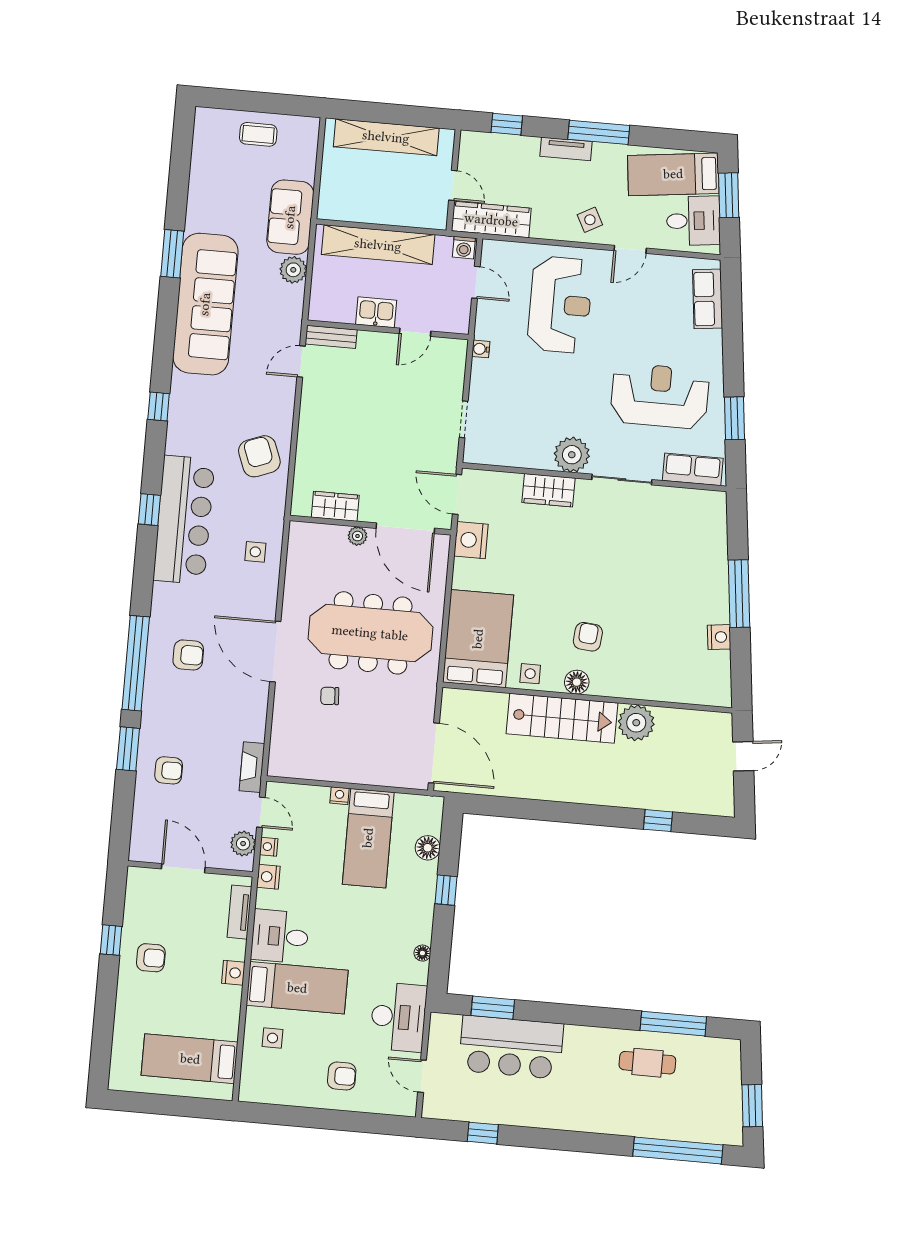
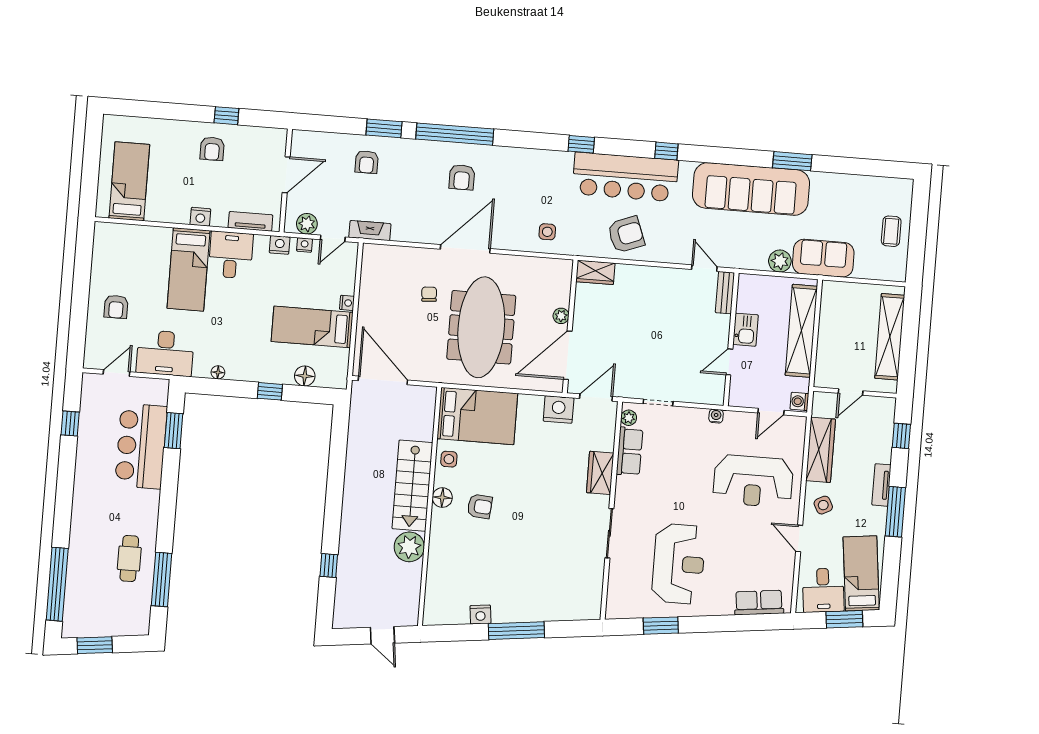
wardrobe: (491, 220) -> (821, 450), moved
door: (415, 332) -> (729, 362), hinge flipped
plant: (572, 455) -> (629, 418), moved, width x0.53, depth x0.53
row of seats: (693, 469) -> (630, 451), moved
wardrobe: (335, 506) -> (595, 272), moved, turned 90
bar counter: (184, 520) -> (625, 177), moved
door: (434, 753) -> (383, 380), swing flipped
side table: (273, 1038) -> (147, 249), removed

